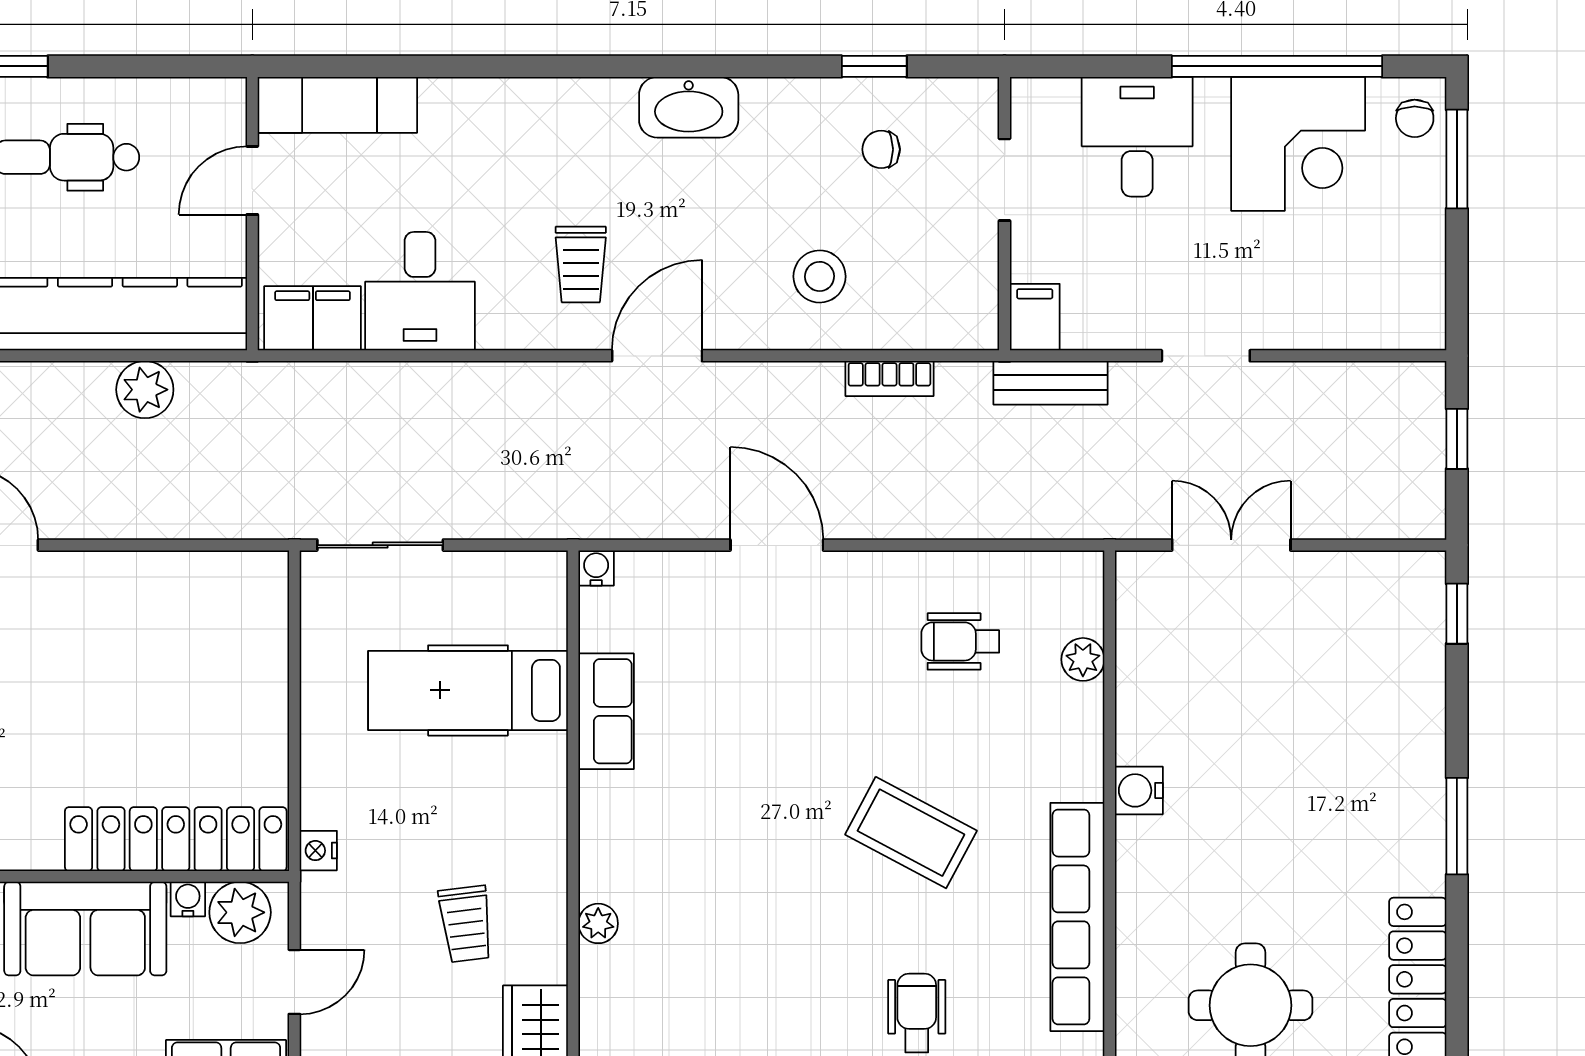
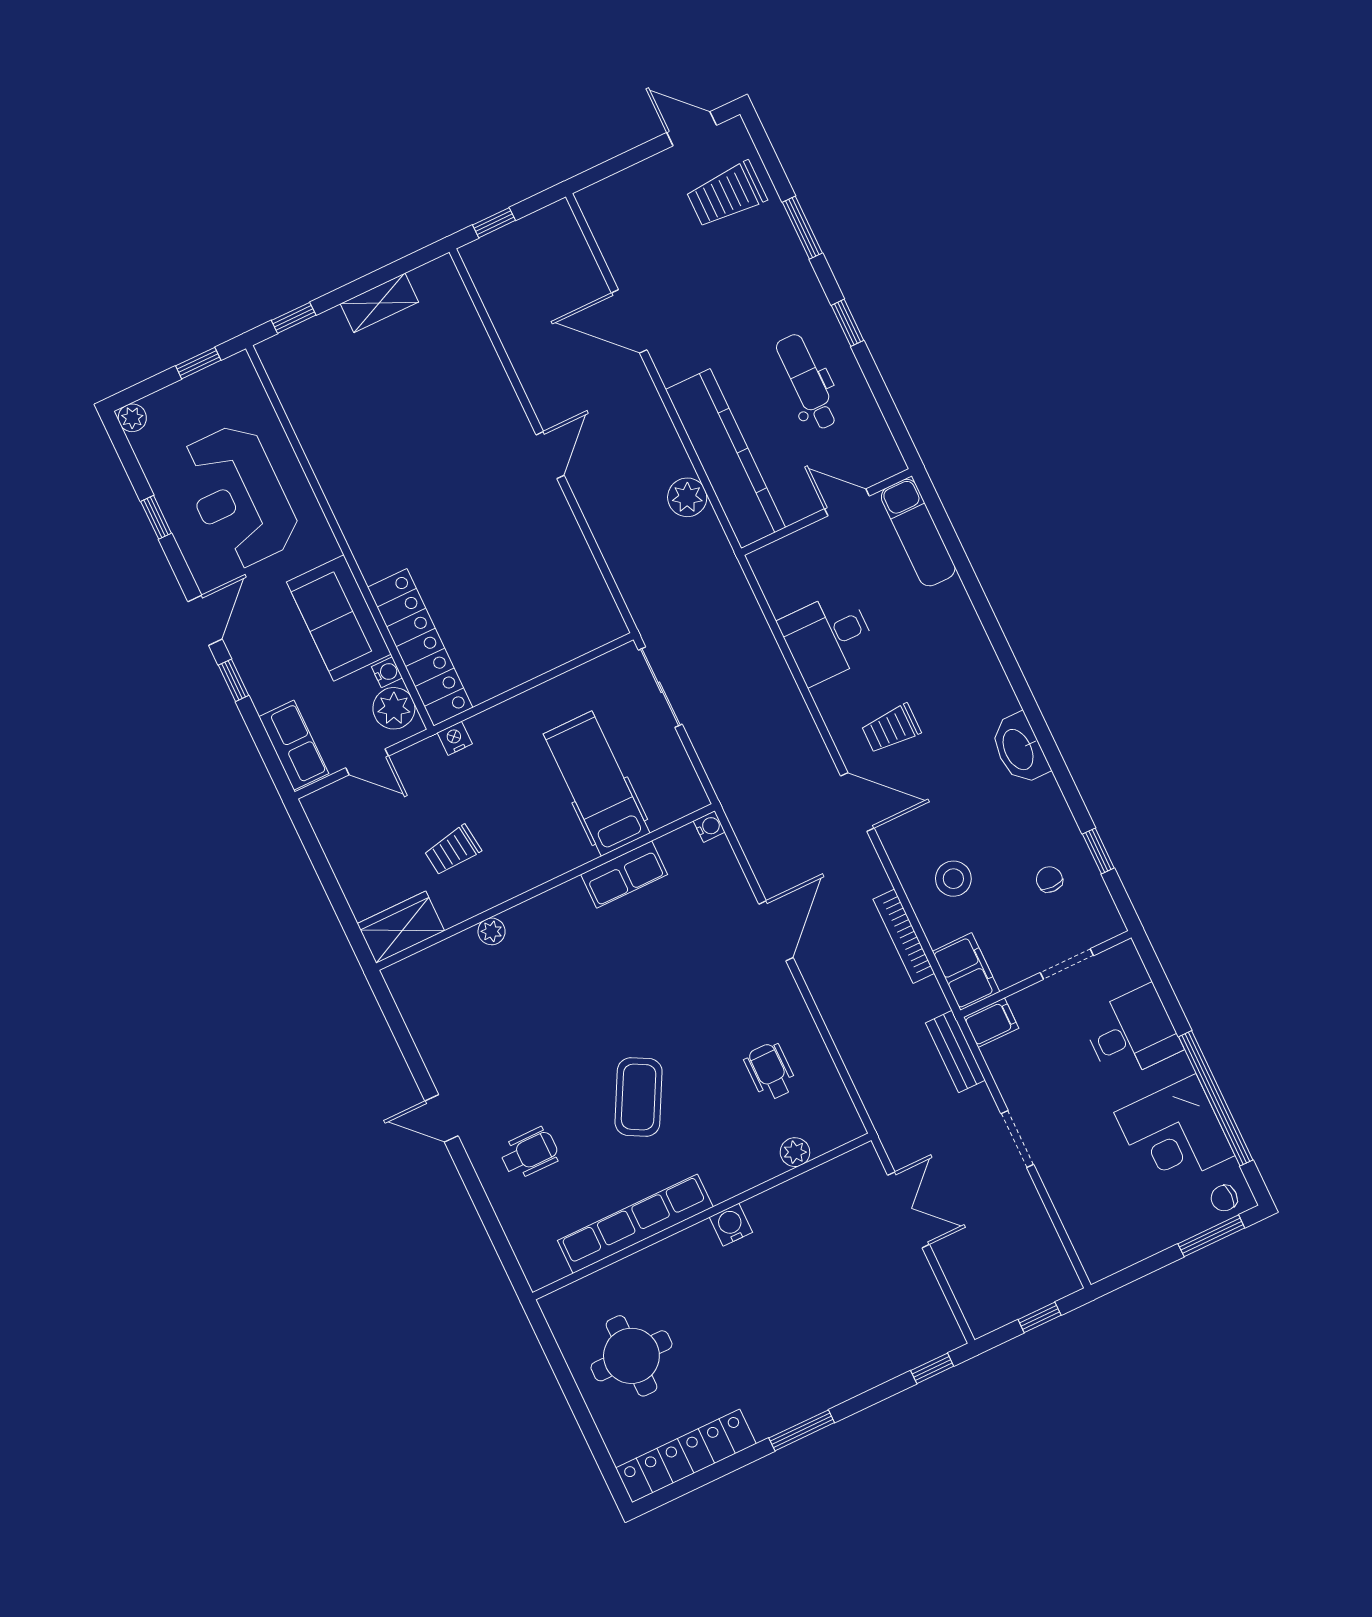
filing cabinet: (313, 318) -> (966, 972), moved
bookcase: (889, 379) -> (904, 936), width x1.56

